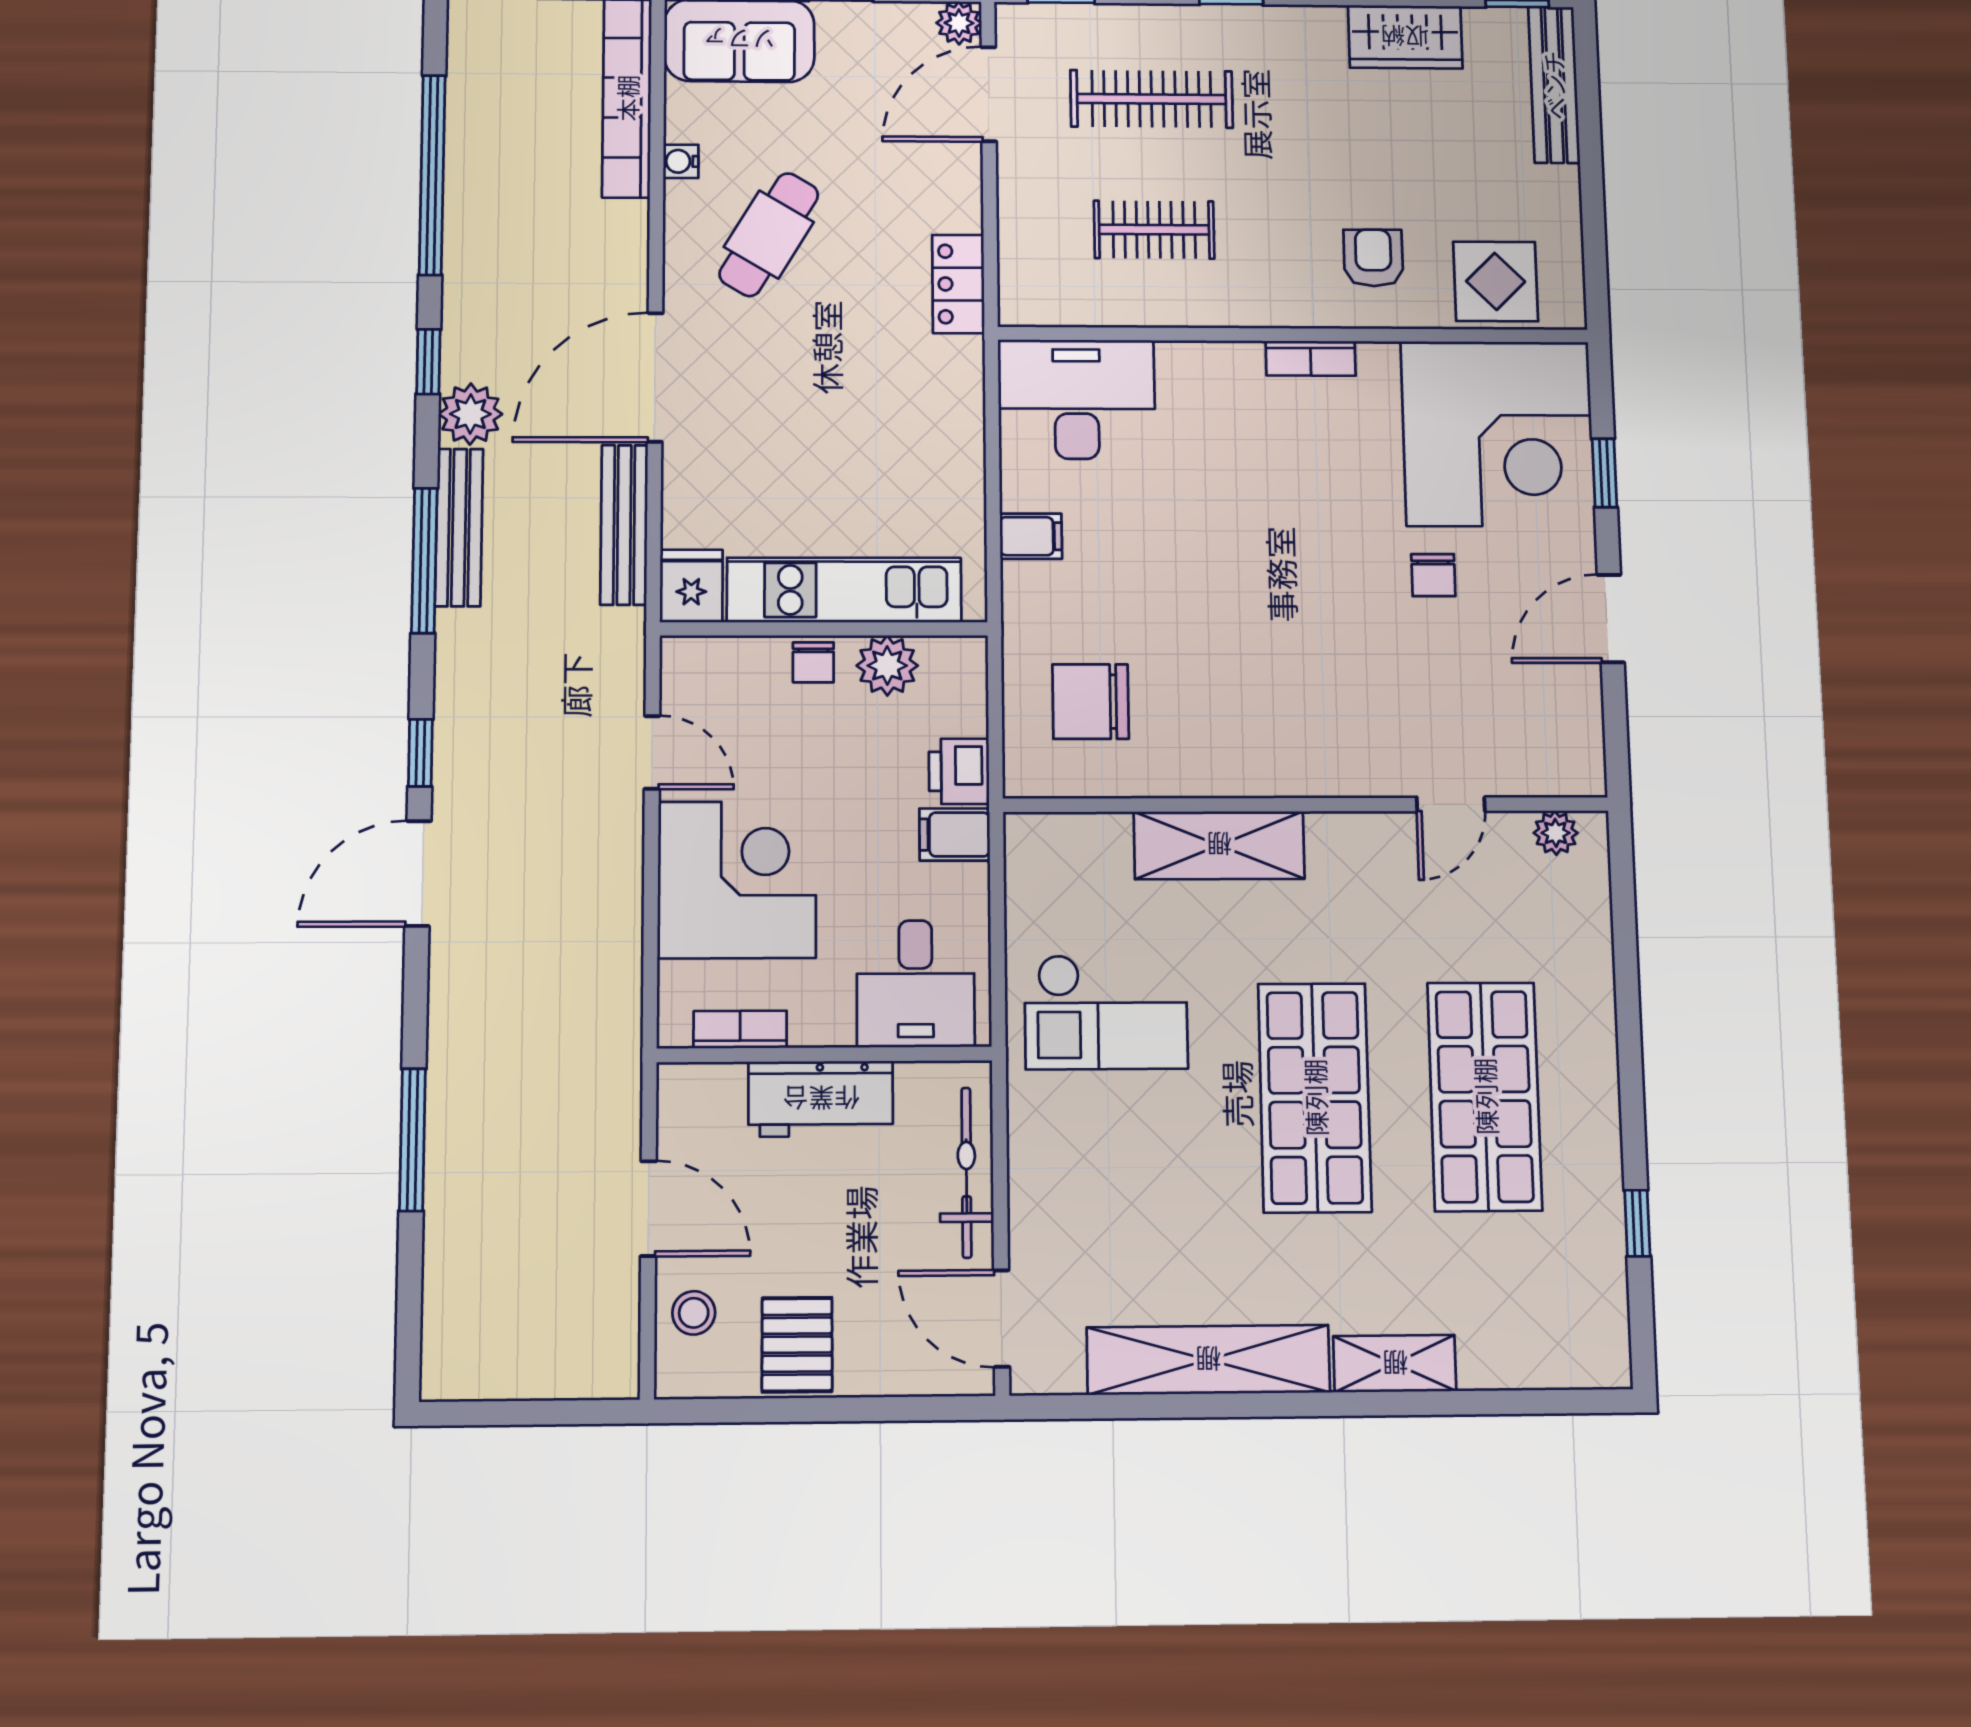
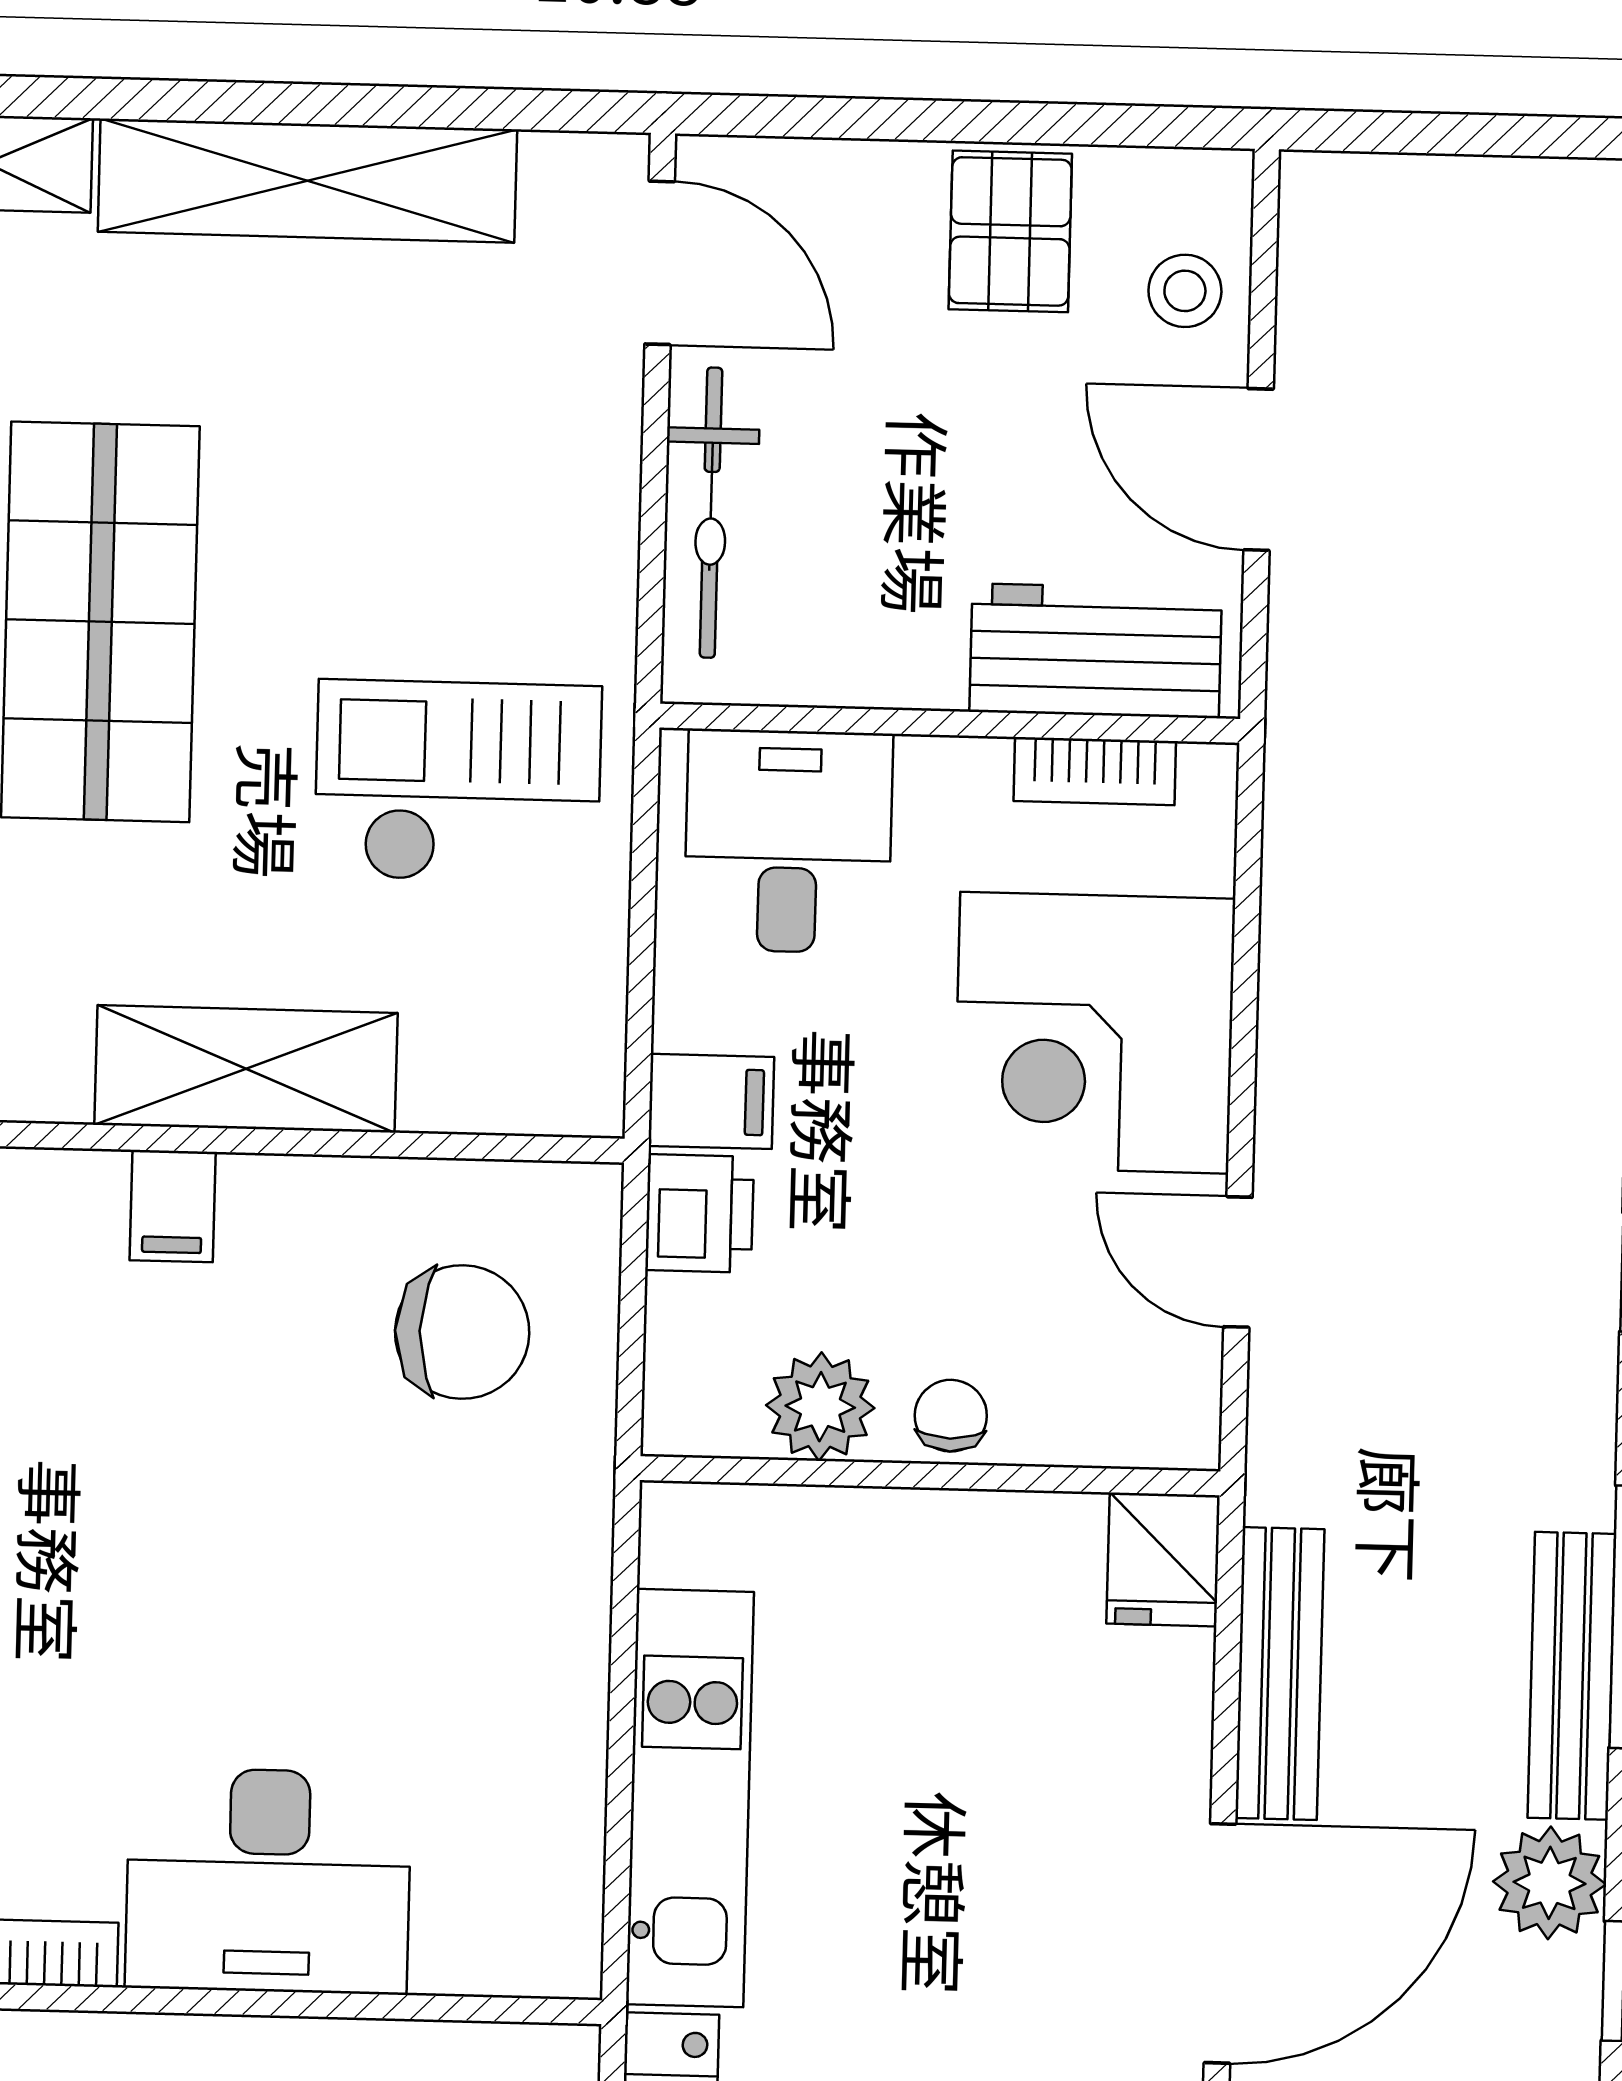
desk: (1077, 399) -> (268, 1881), moved
filing cabinet: (1031, 536) -> (173, 1206), moved, turned -90
kitchen unit: (844, 590) -> (690, 1798), moved, turned -90
workbench: (821, 1099) -> (1096, 651), moved

